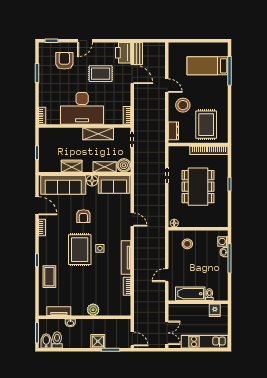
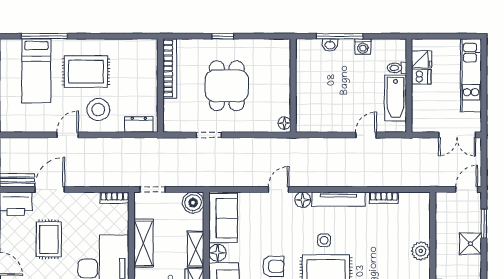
rug: (206, 125) -> (86, 72), moved
shelving: (105, 167) -> (196, 249), moved
dining table: (198, 187) -> (227, 86), width x0.73
floor lamp: (126, 235) -> (303, 200), added
washing machine: (223, 242) -> (363, 47), moved
stool: (187, 244) -> (317, 103), removed
door: (167, 275) -> (366, 135), swing flipped
dishwasher: (204, 310) -> (421, 77), added
double door: (167, 333) -> (457, 135), swing flipped

